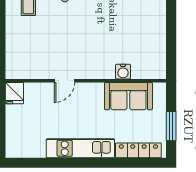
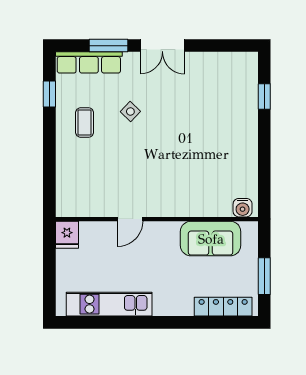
water cooler: (123, 72) -> (243, 208), moved
kitchen unit: (80, 148) -> (109, 304), moved

